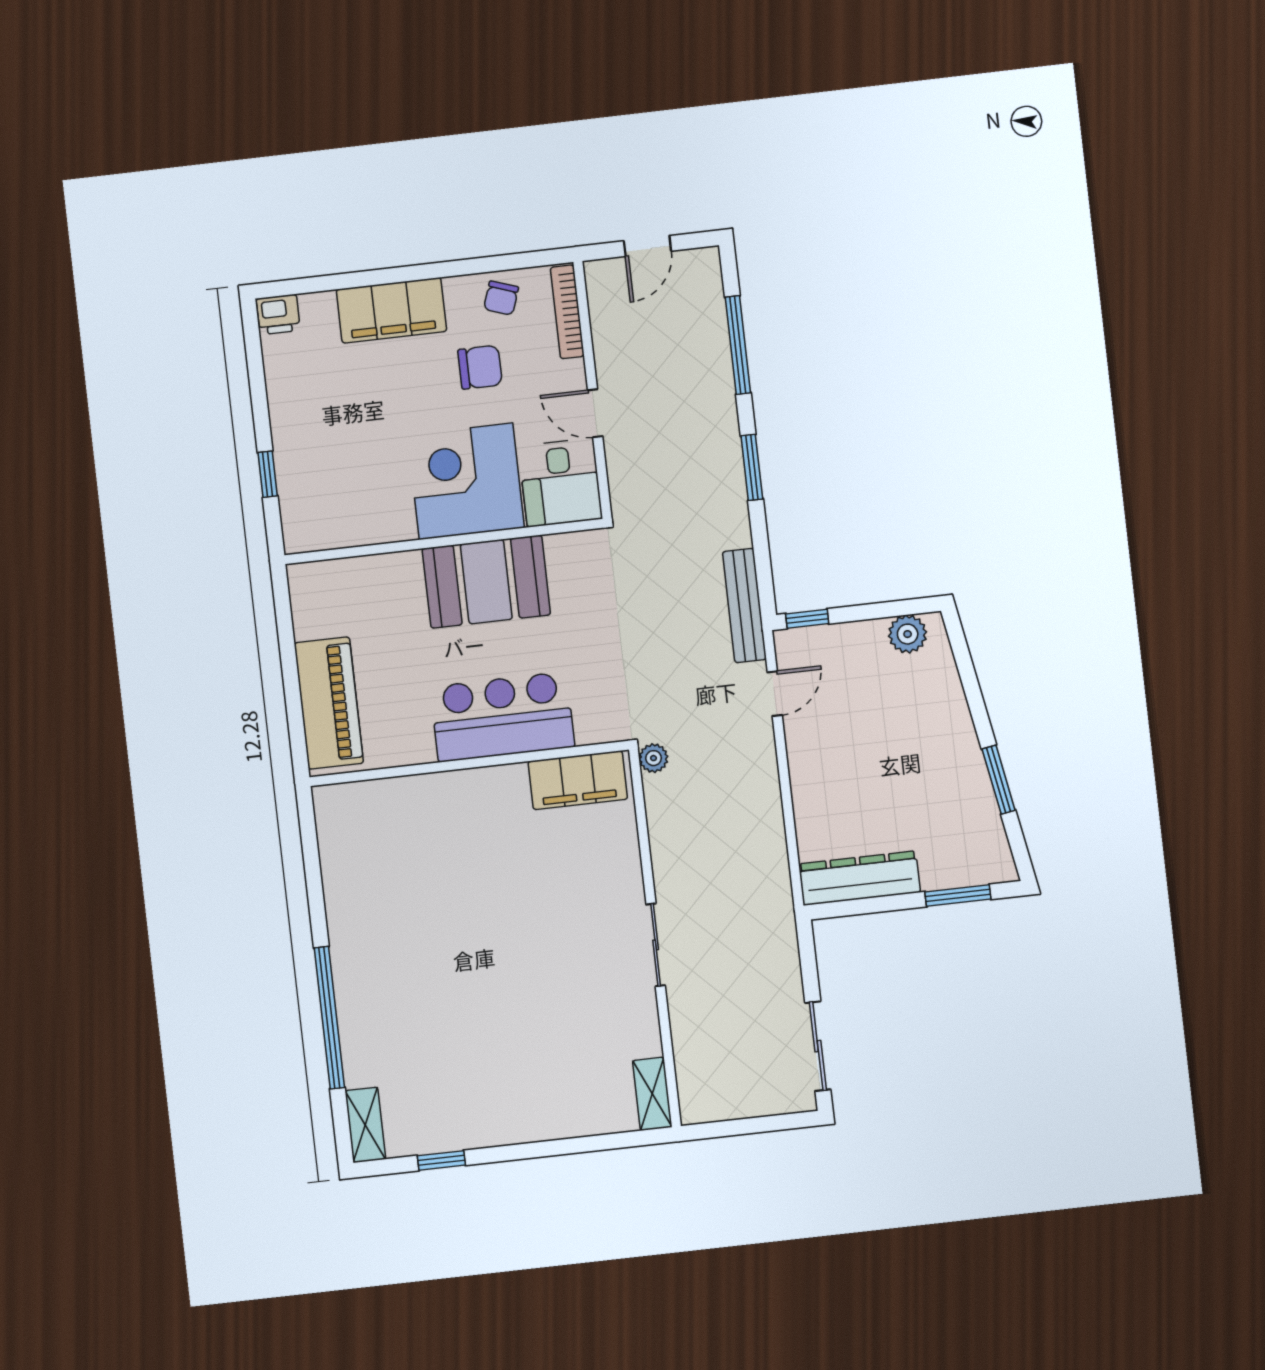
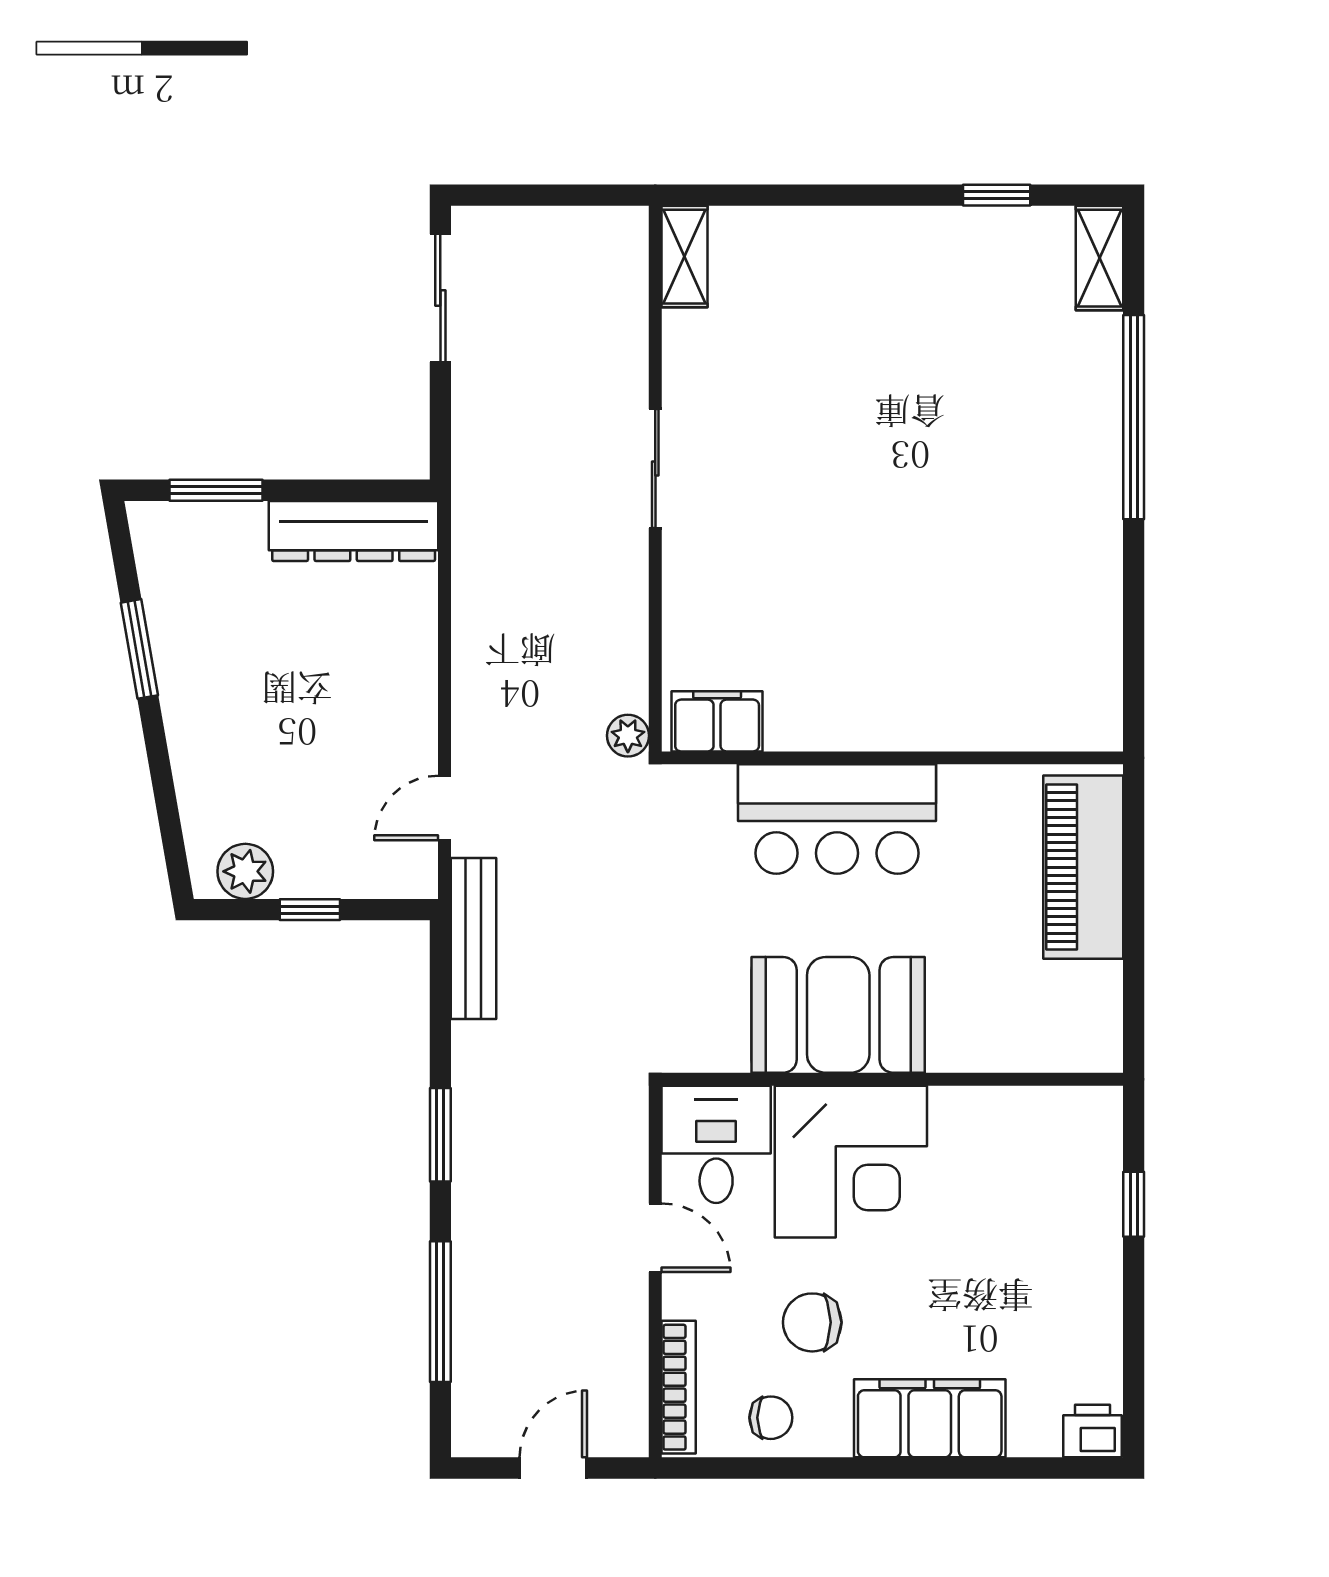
chair: (501, 298) -> (771, 1418), turned 71
window: (807, 619) -> (310, 910), moved
filing cabinet: (578, 780) -> (717, 721), width x0.67, depth x0.86

